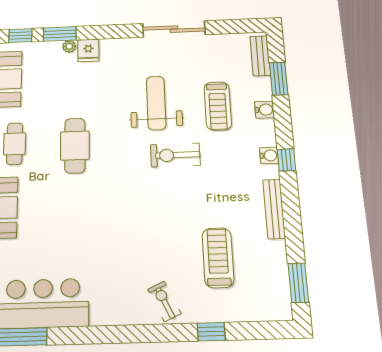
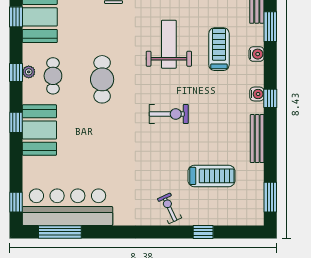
treadmill: (218, 106) -> (219, 49), turned 180
exercise bike: (175, 155) -> (169, 114), moved, turned 180
treadmill: (218, 258) -> (211, 176), turned 90

